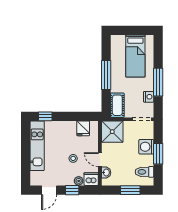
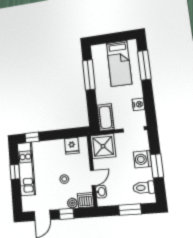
window: (106, 75) -> (89, 75), moved
window: (158, 82) -> (144, 65), moved
window: (26, 148) -> (15, 172), added
door: (100, 160) -> (93, 178), swing flipped

